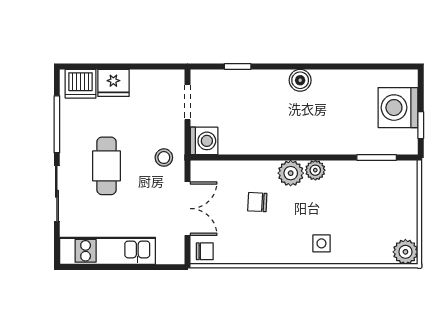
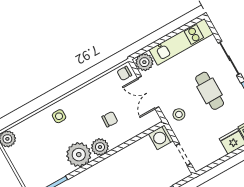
plant: (315, 170) -> (79, 155), width x1.87, depth x1.87
plant: (170, 251) -> (144, 62), added

